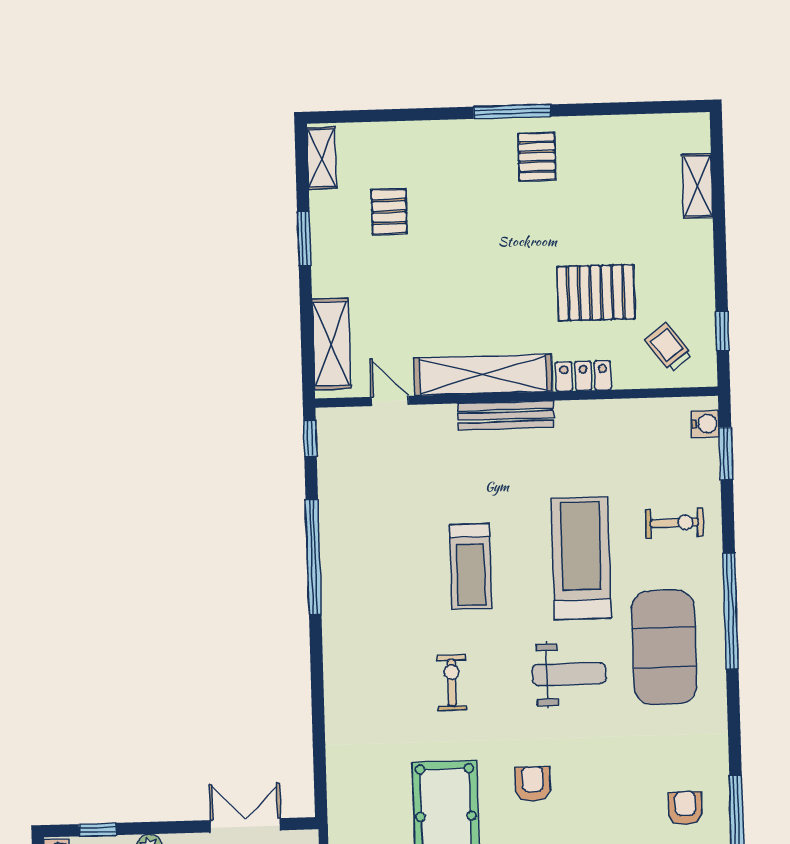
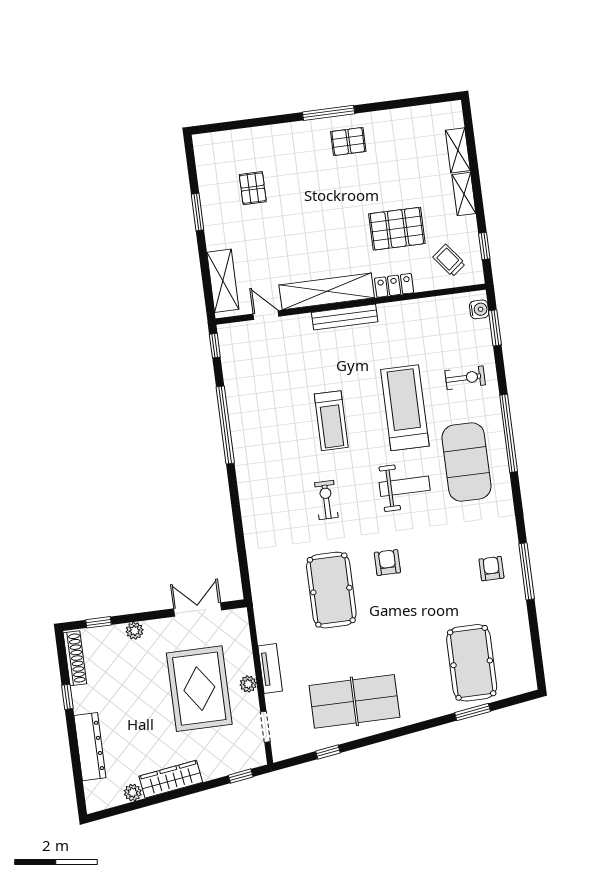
pallet: (537, 157) -> (348, 141), turned 90
shelving: (322, 158) -> (464, 194), moved

